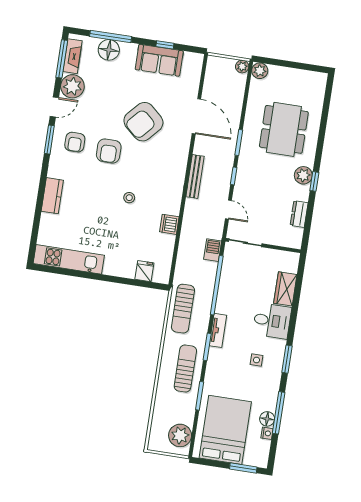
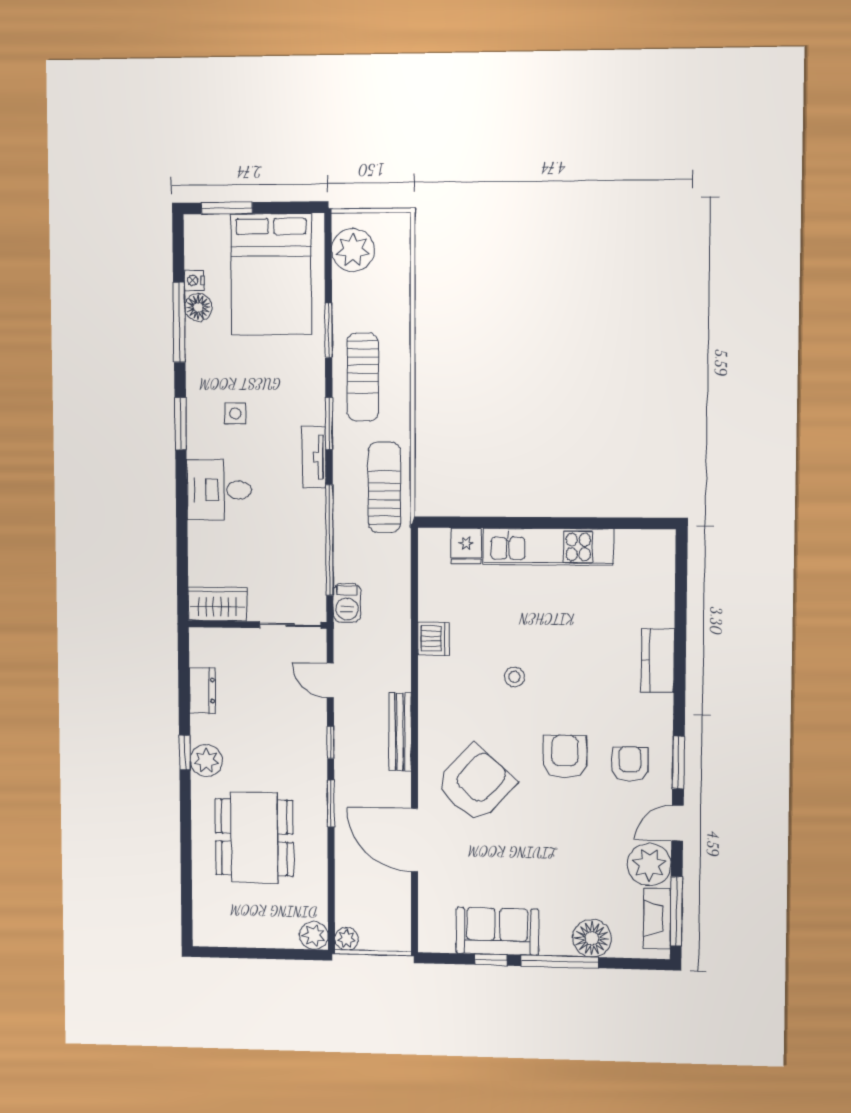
window: (111, 36) -> (560, 962), moved
armchair: (143, 122) -> (476, 784), moved
kitchen unit: (69, 259) -> (548, 547), moved
wardrobe: (285, 289) -> (217, 604), moved, turned -90

